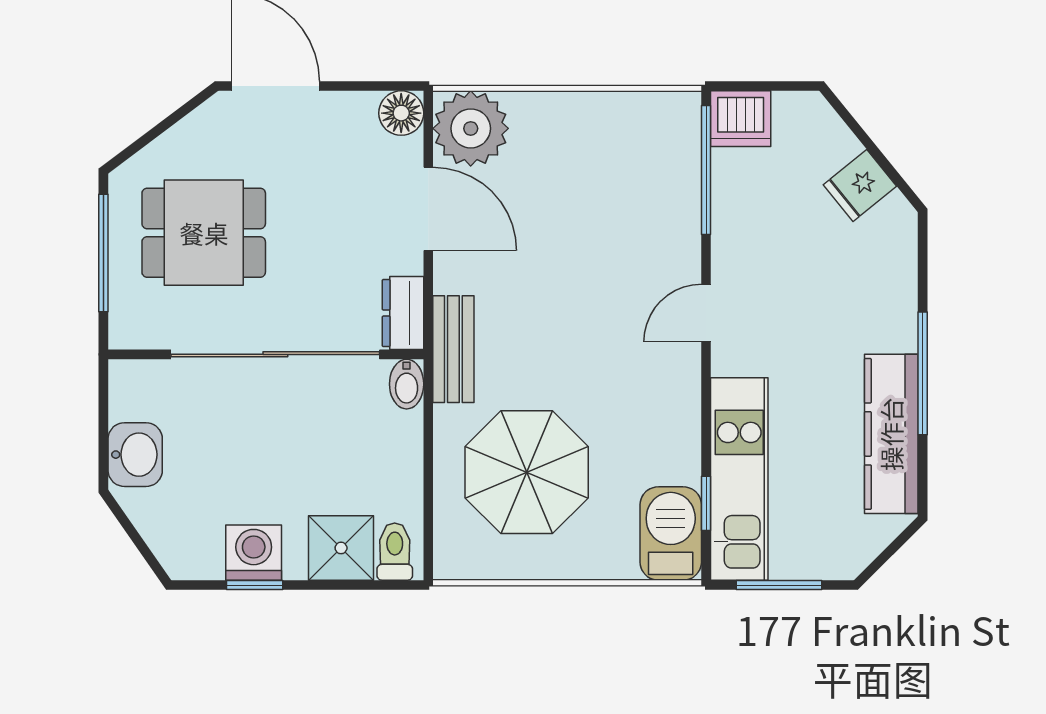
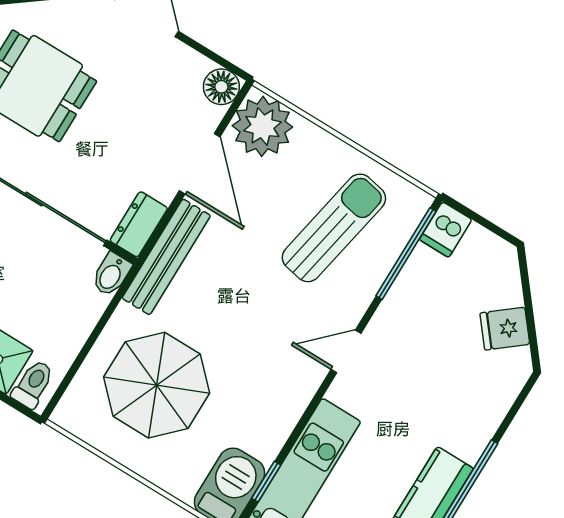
dishwasher: (741, 119) -> (446, 230), width x0.73
sun lounger: (613, 190) -> (334, 228), added
bench: (453, 349) -> (166, 257), width x1.36

